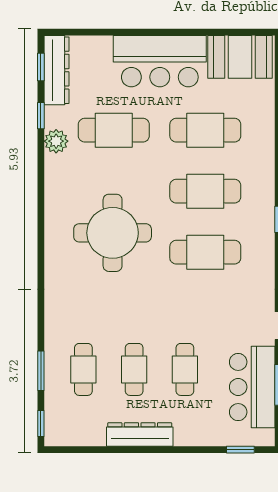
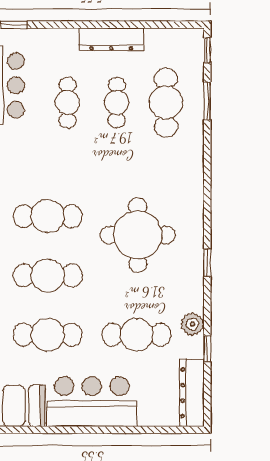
window: (41, 67) -> (207, 263), moved
cafe table: (83, 369) -> (166, 103), width x1.37, depth x1.35

